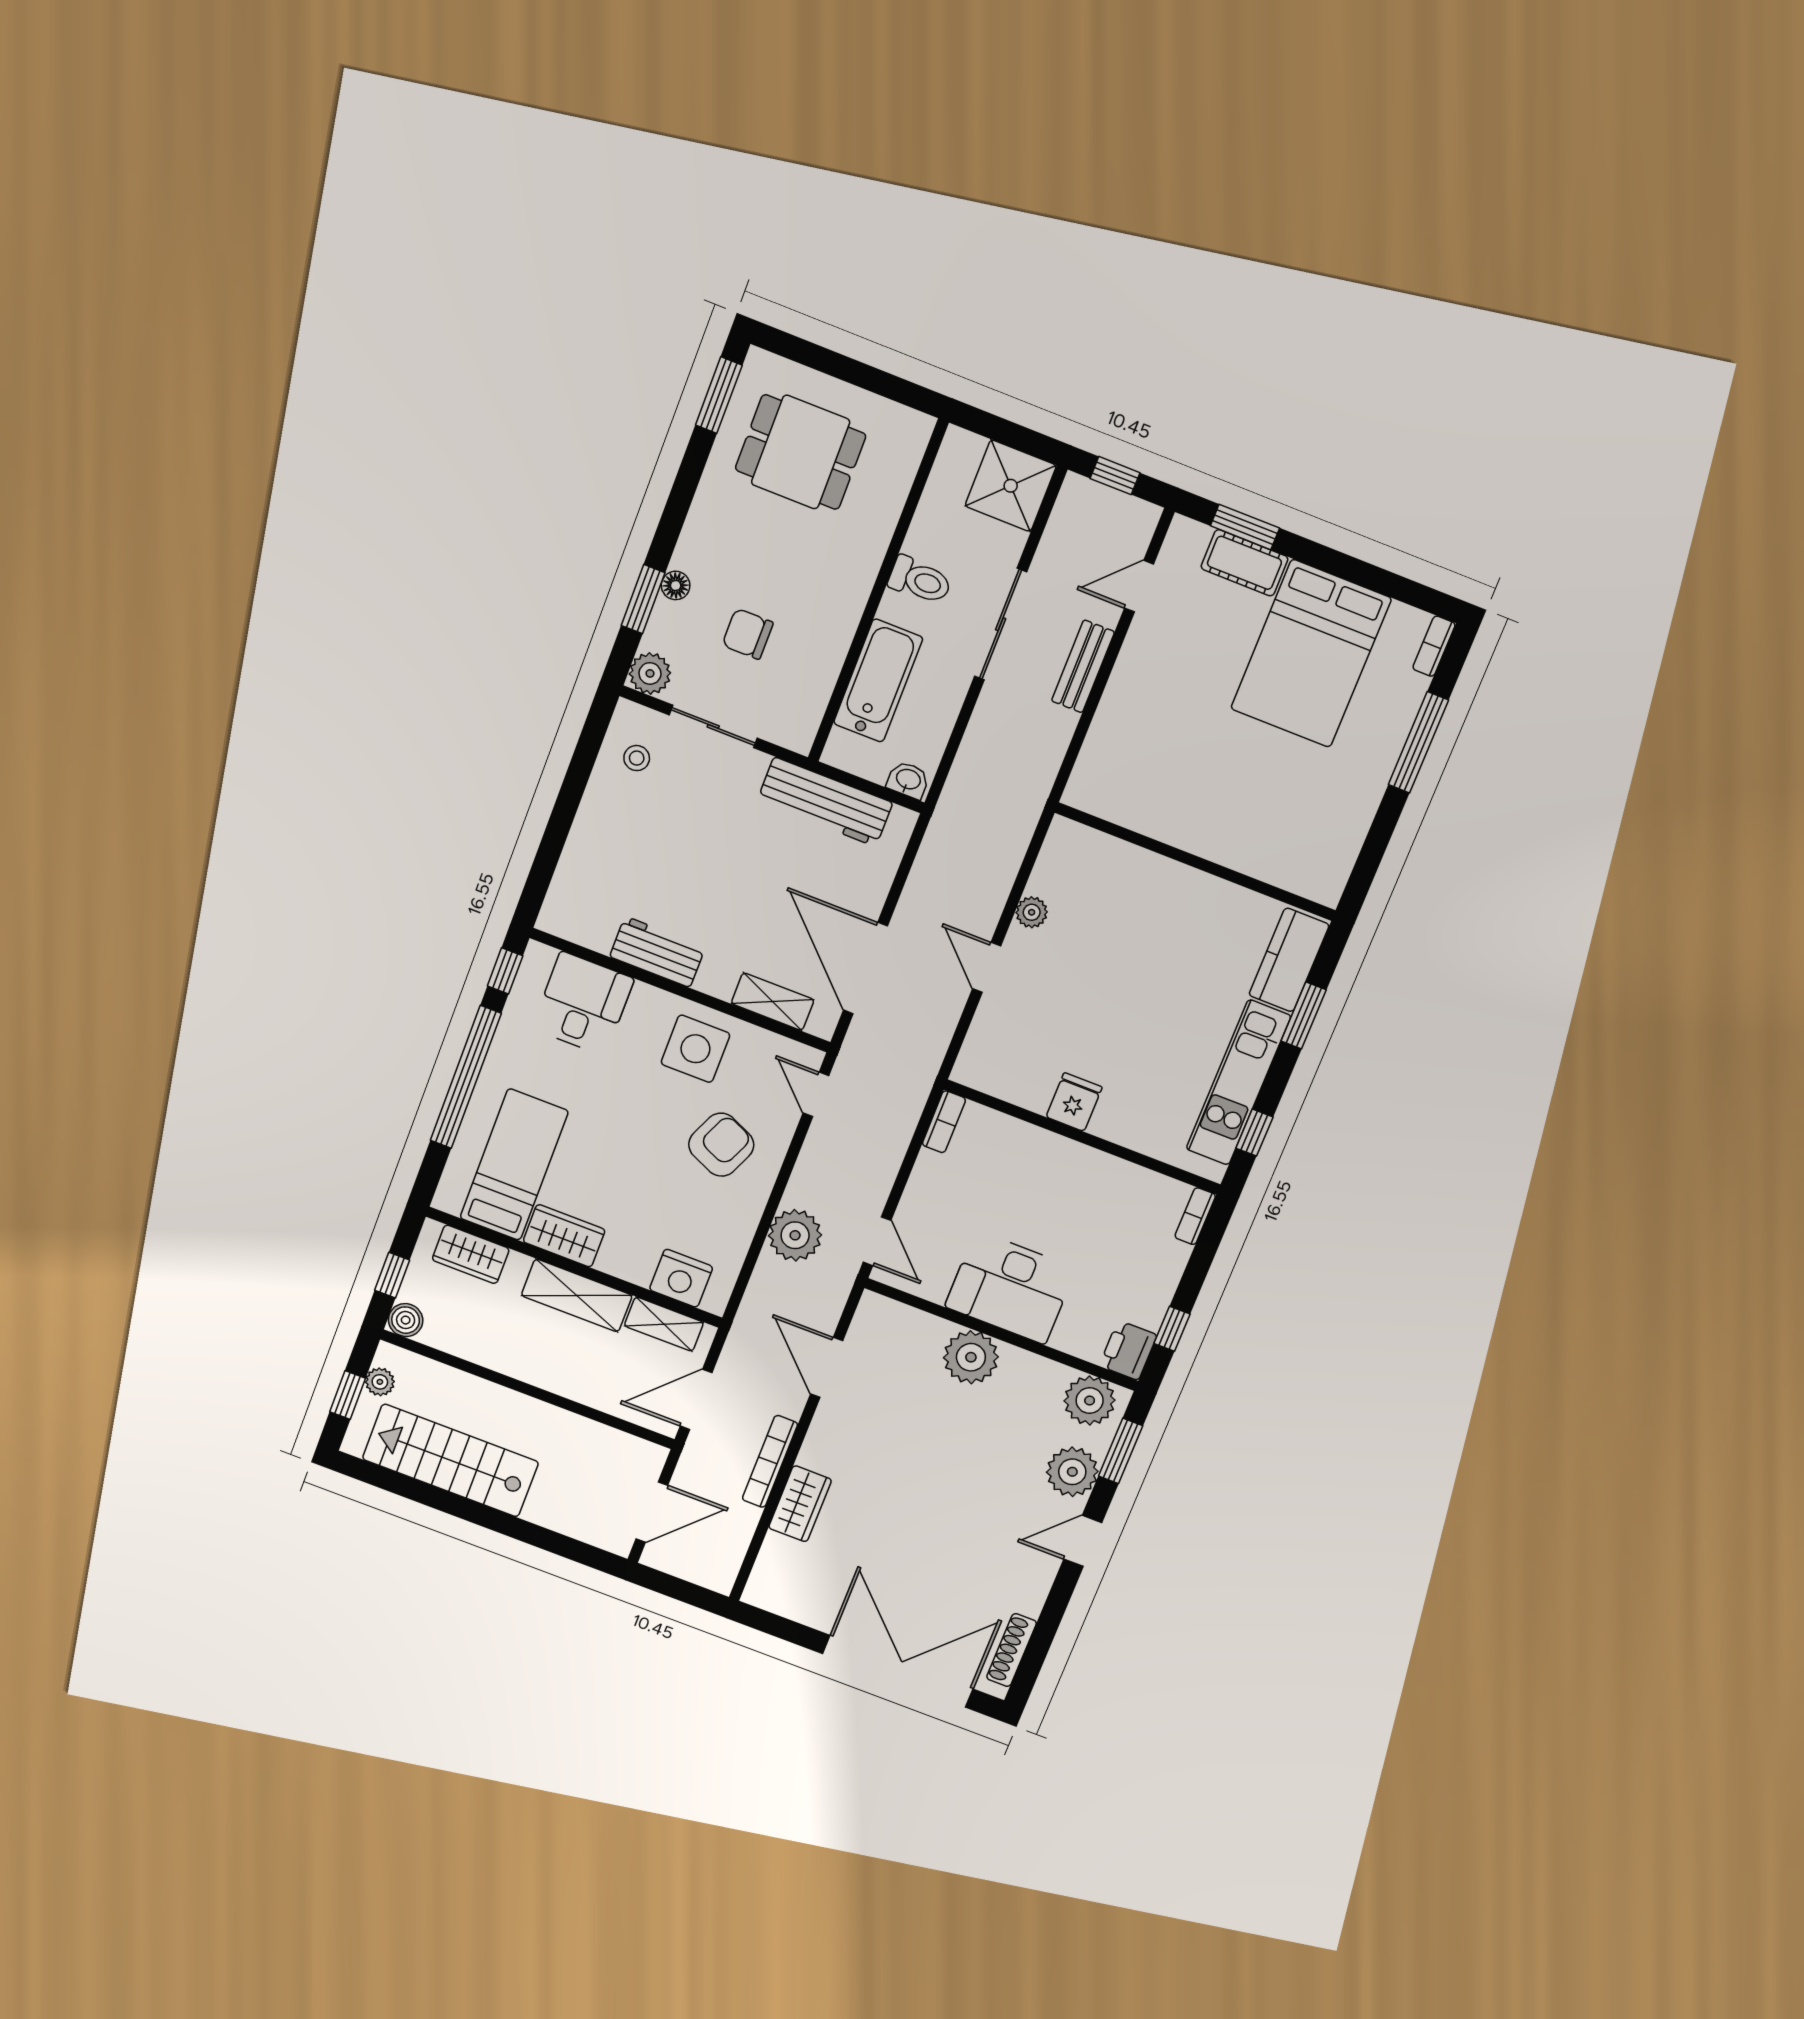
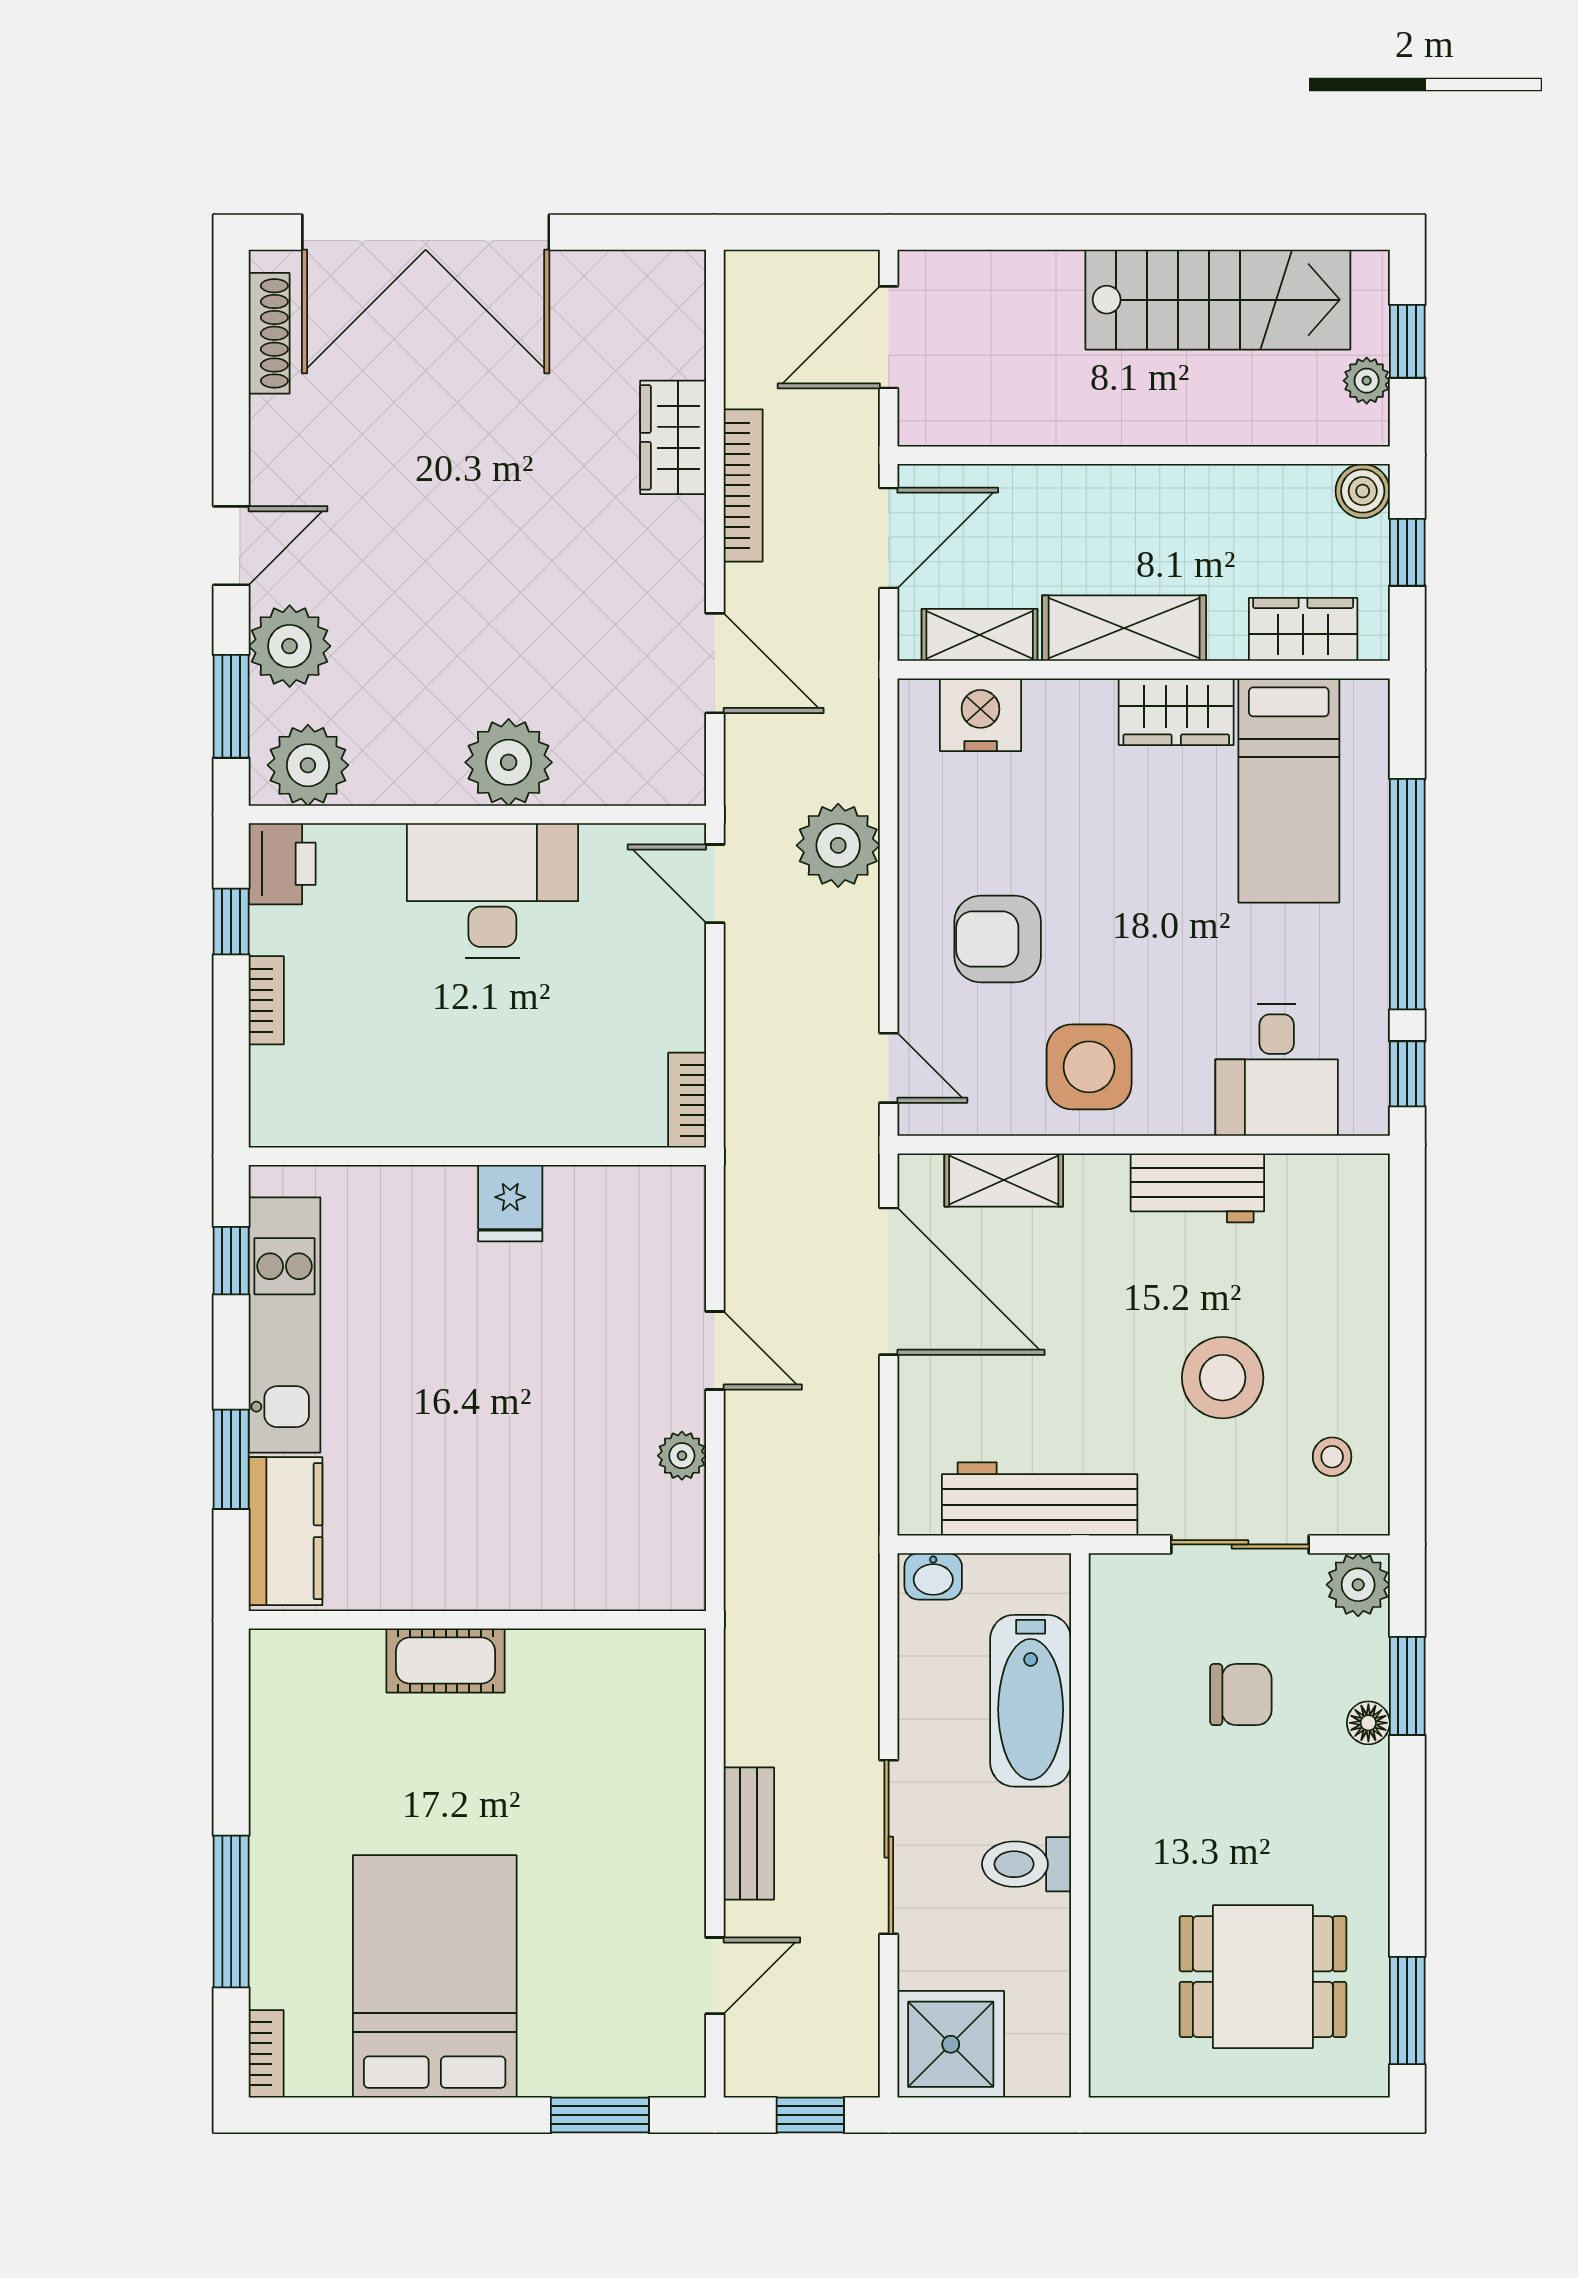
cot: (1244, 563) -> (446, 1660), moved
stool: (685, 832) -> (1223, 1378), added
armchair: (721, 1145) -> (998, 939), turned 66
bookcase: (1195, 1216) -> (266, 1000), moved

